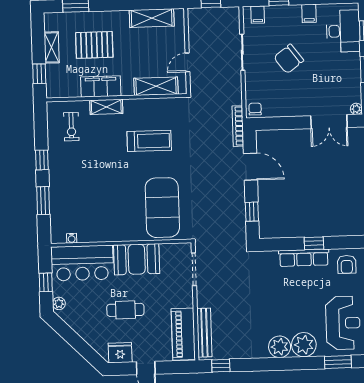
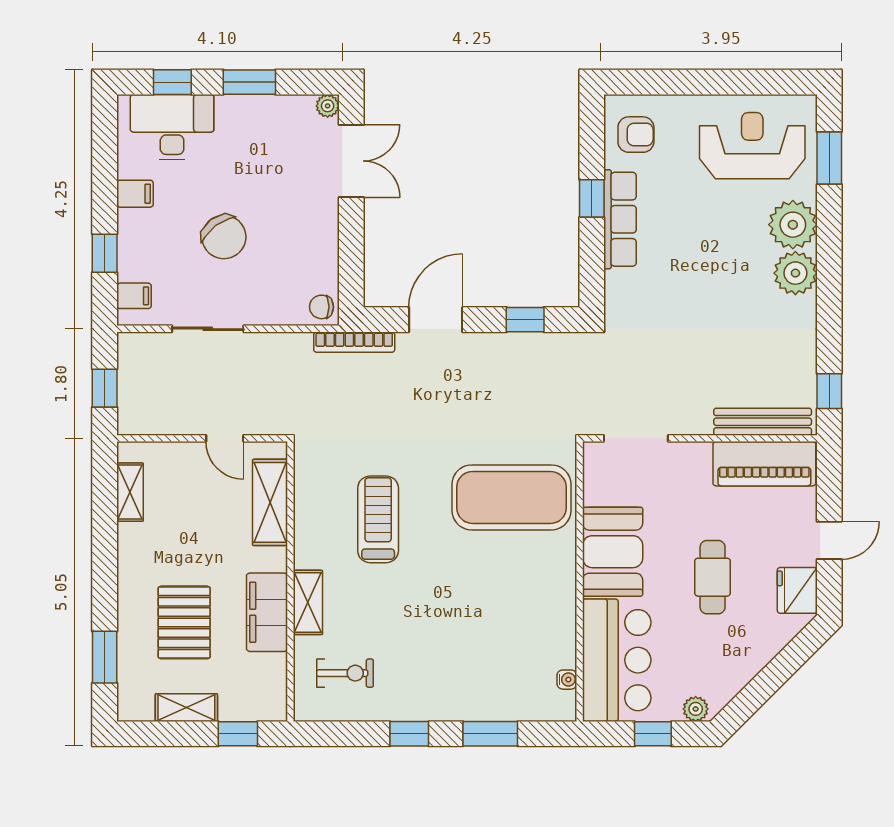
shelving: (152, 18) -> (130, 492), width x0.67, depth x0.75

